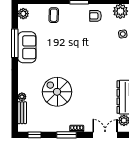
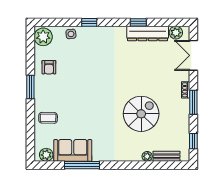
sofa: (27, 47) -> (73, 150), moved
spiral stairs: (57, 92) -> (141, 114), turned 180

